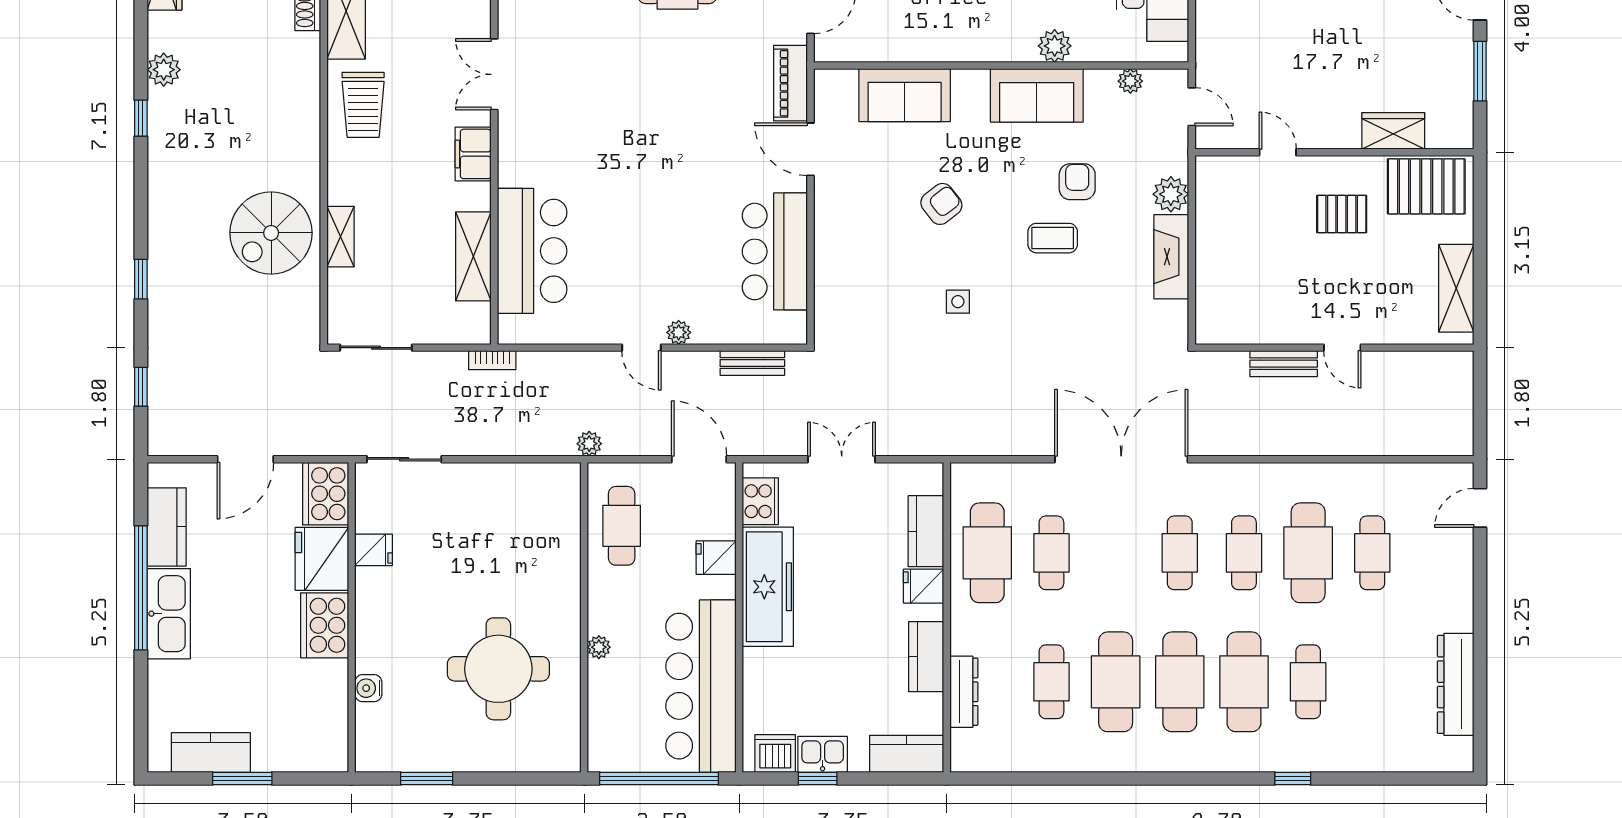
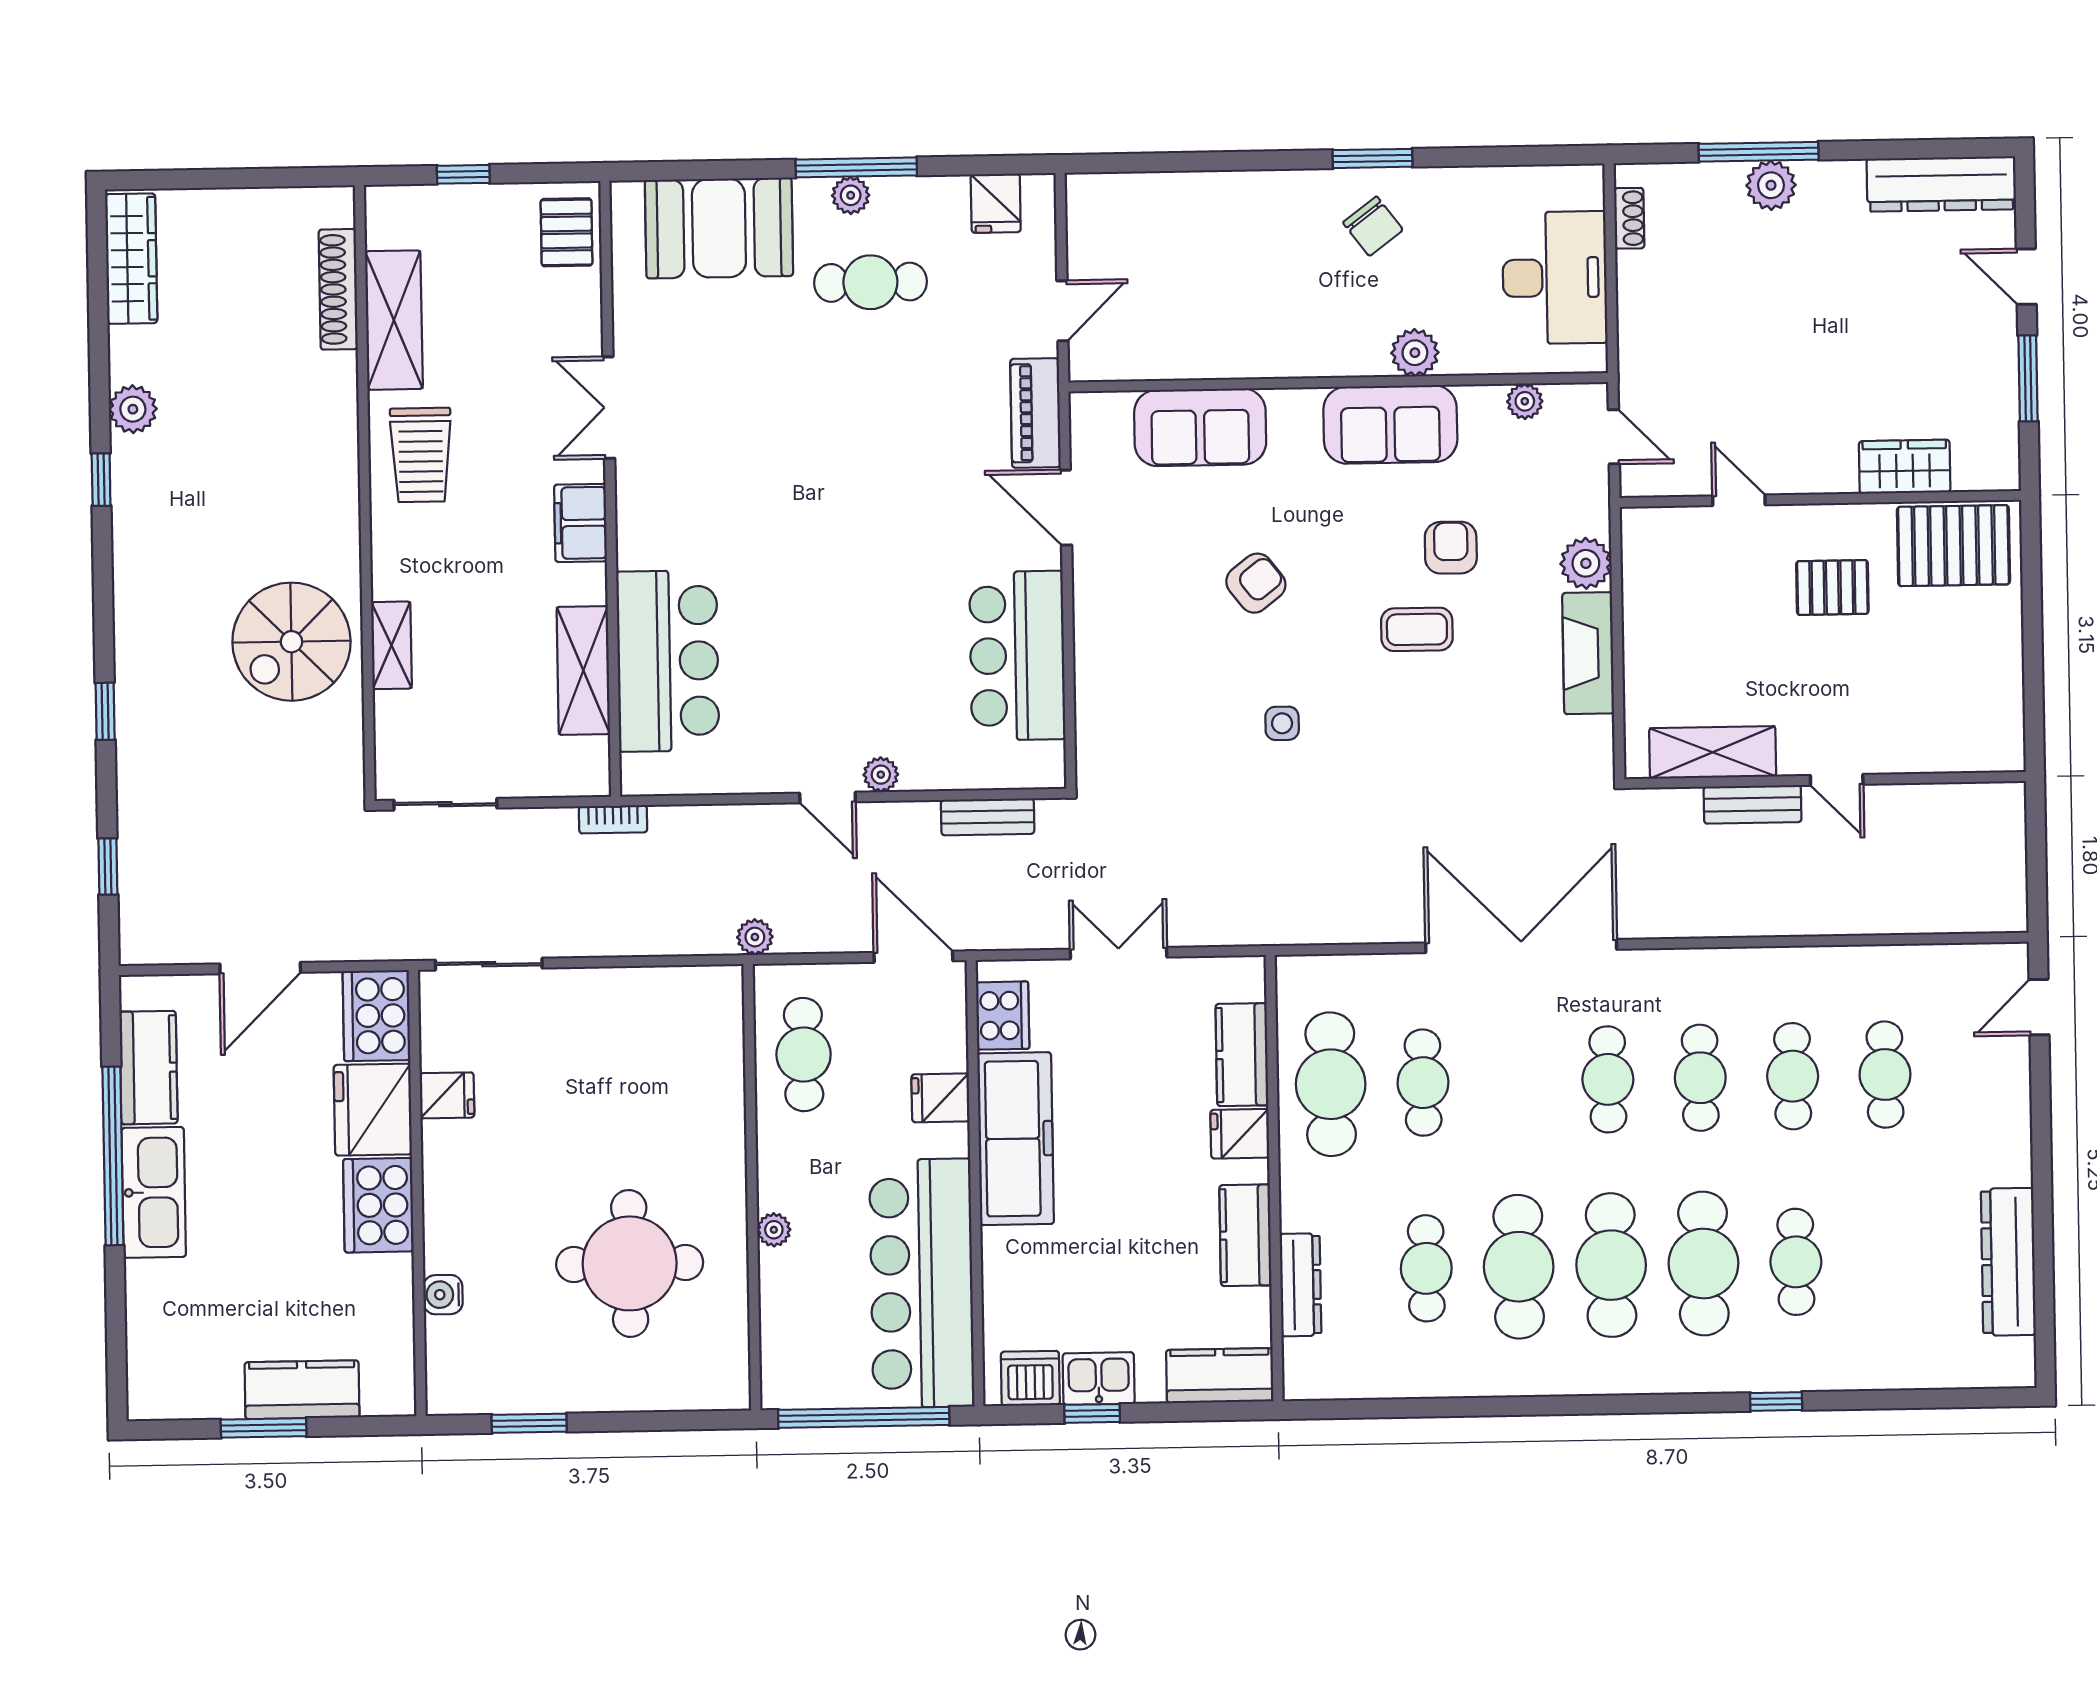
shelving: (1456, 288) -> (1713, 752), moved, turned 90
cafe table: (1308, 553) -> (1793, 1076), width x0.73, depth x0.74
kitchen counter: (211, 753) -> (302, 1390), moved

